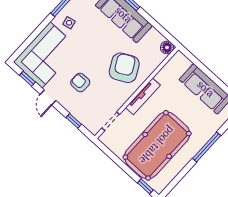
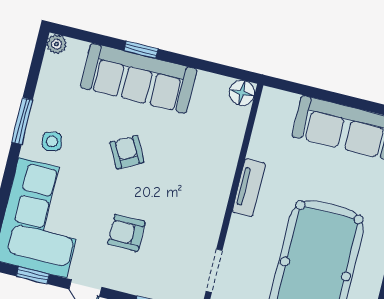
armchair: (124, 68) -> (127, 152), moved, width x0.53, depth x0.53
tv unit: (143, 96) -> (249, 187), width x0.71

